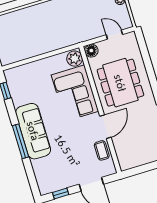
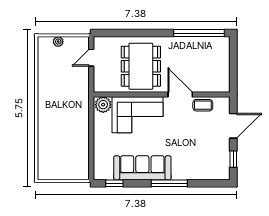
floor lamp: (91, 51) -> (100, 86), removed
dining table: (120, 83) -> (141, 66), turned 90
sofa: (33, 131) -> (142, 168), moved

